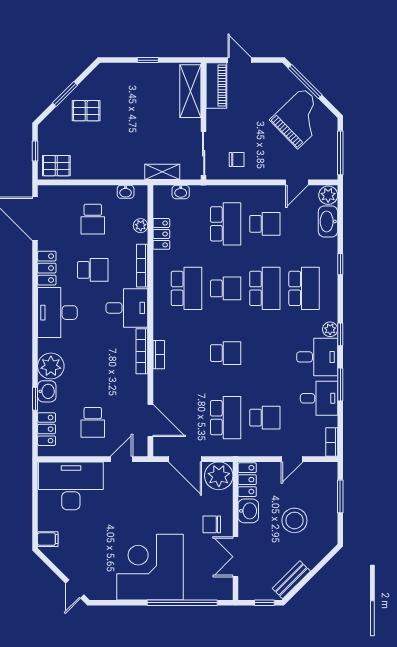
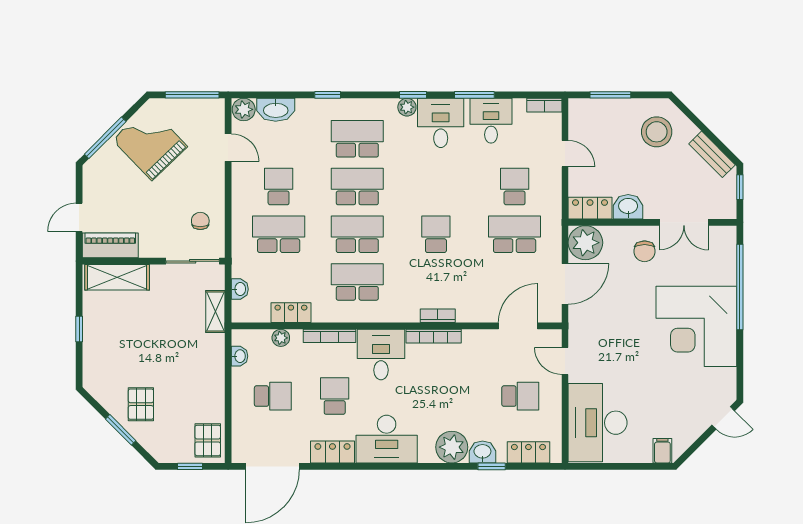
school desk: (226, 288) -> (357, 234), width x1.85
stool: (294, 520) -> (657, 132), moved

